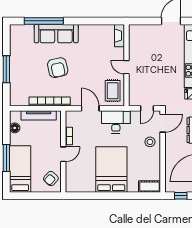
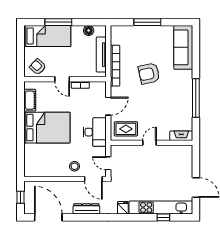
window: (44, 21) -> (196, 98), moved
sofa: (56, 34) -> (183, 47), moved
cot: (149, 187) -> (30, 100), moved

